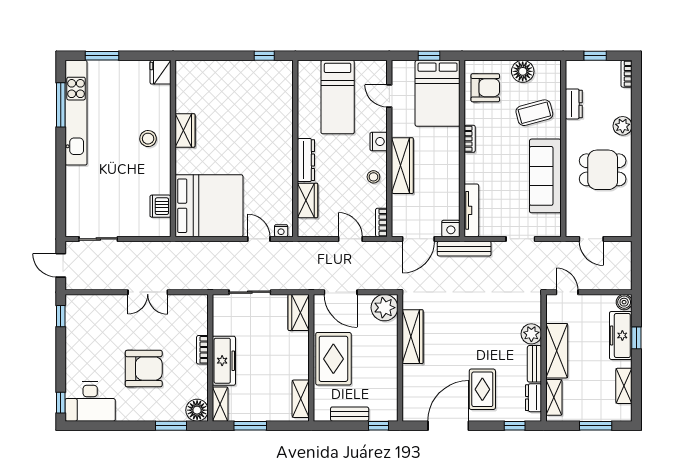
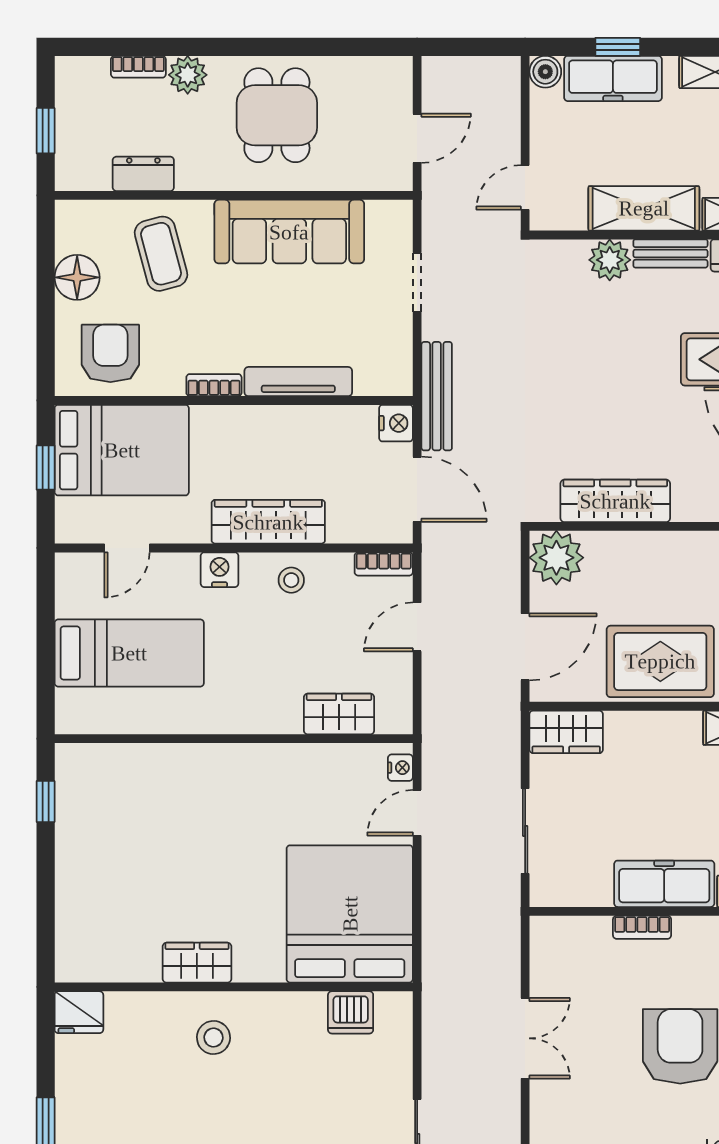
bookcase: (627, 74) -> (138, 67), moved
dresser: (306, 160) -> (257, 717), removed
tv unit: (471, 210) -> (298, 382), moved

